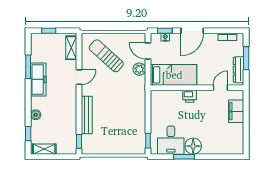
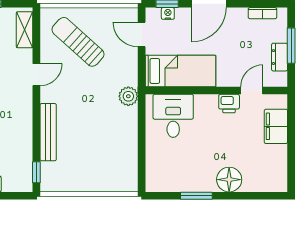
plant: (139, 69) -> (128, 96), moved
dresser: (239, 70) -> (280, 57), width x0.70
printer: (190, 96) -> (229, 104), moved
desk: (171, 140) -> (173, 116), moved, turned 180
window: (148, 141) -> (142, 171), removed
floor lamp: (193, 146) -> (229, 180), moved

